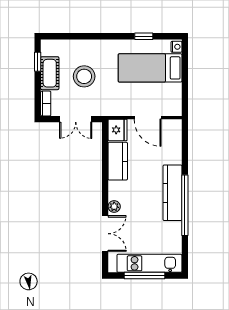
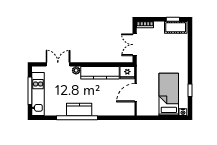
cot: (50, 73) -> (176, 27), moved
stool: (84, 76) -> (163, 50), removed
kitchen counter: (118, 161) -> (100, 73), width x1.50
kitchen counter: (173, 193) -> (79, 109), width x0.67
double door: (105, 234) -> (58, 64), swing flipped

